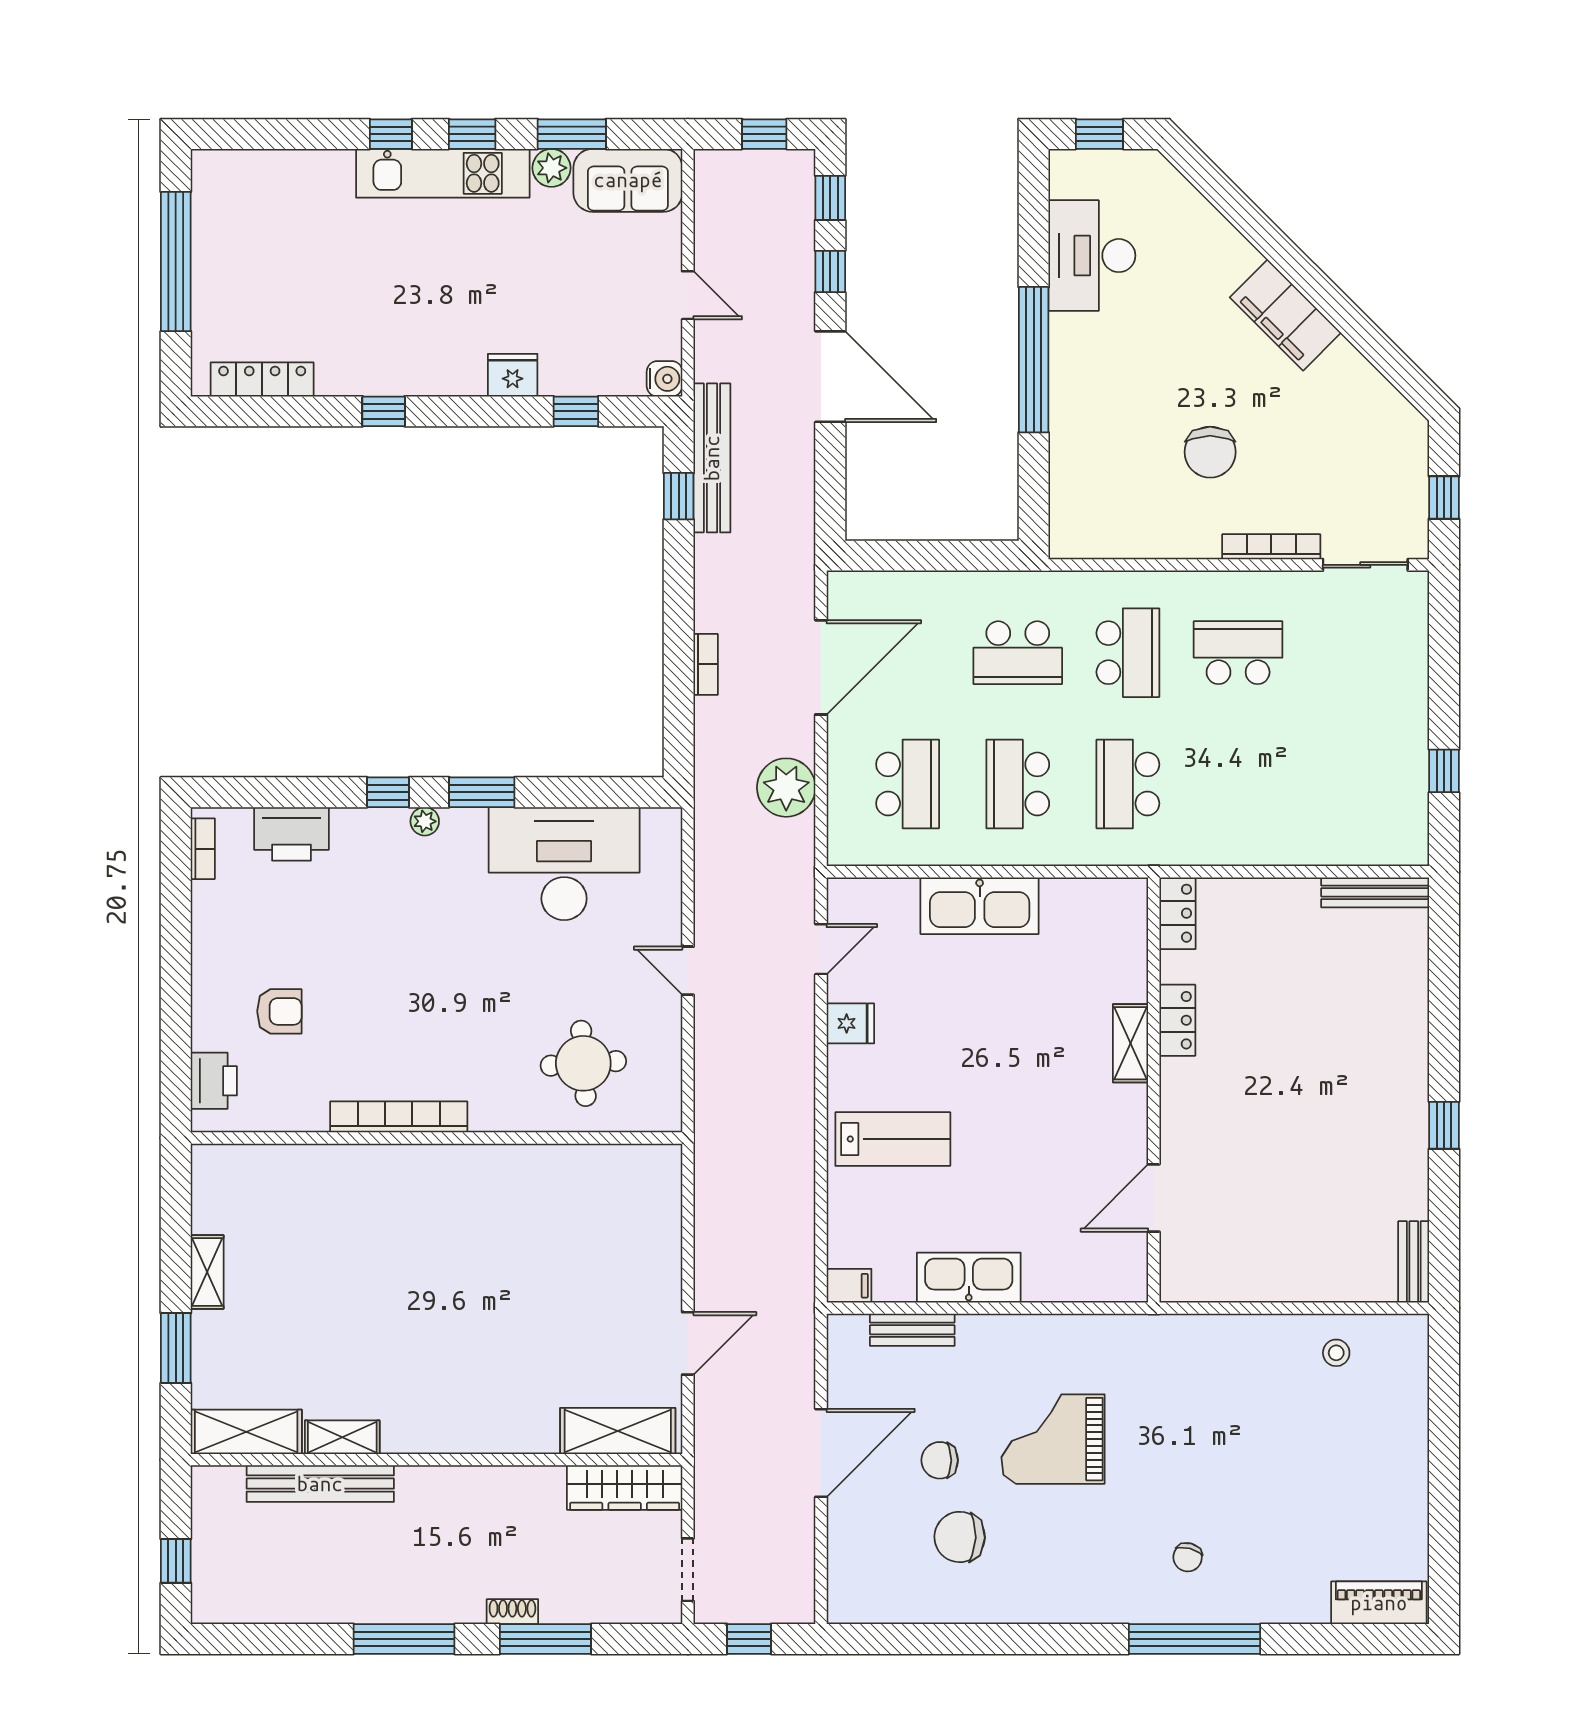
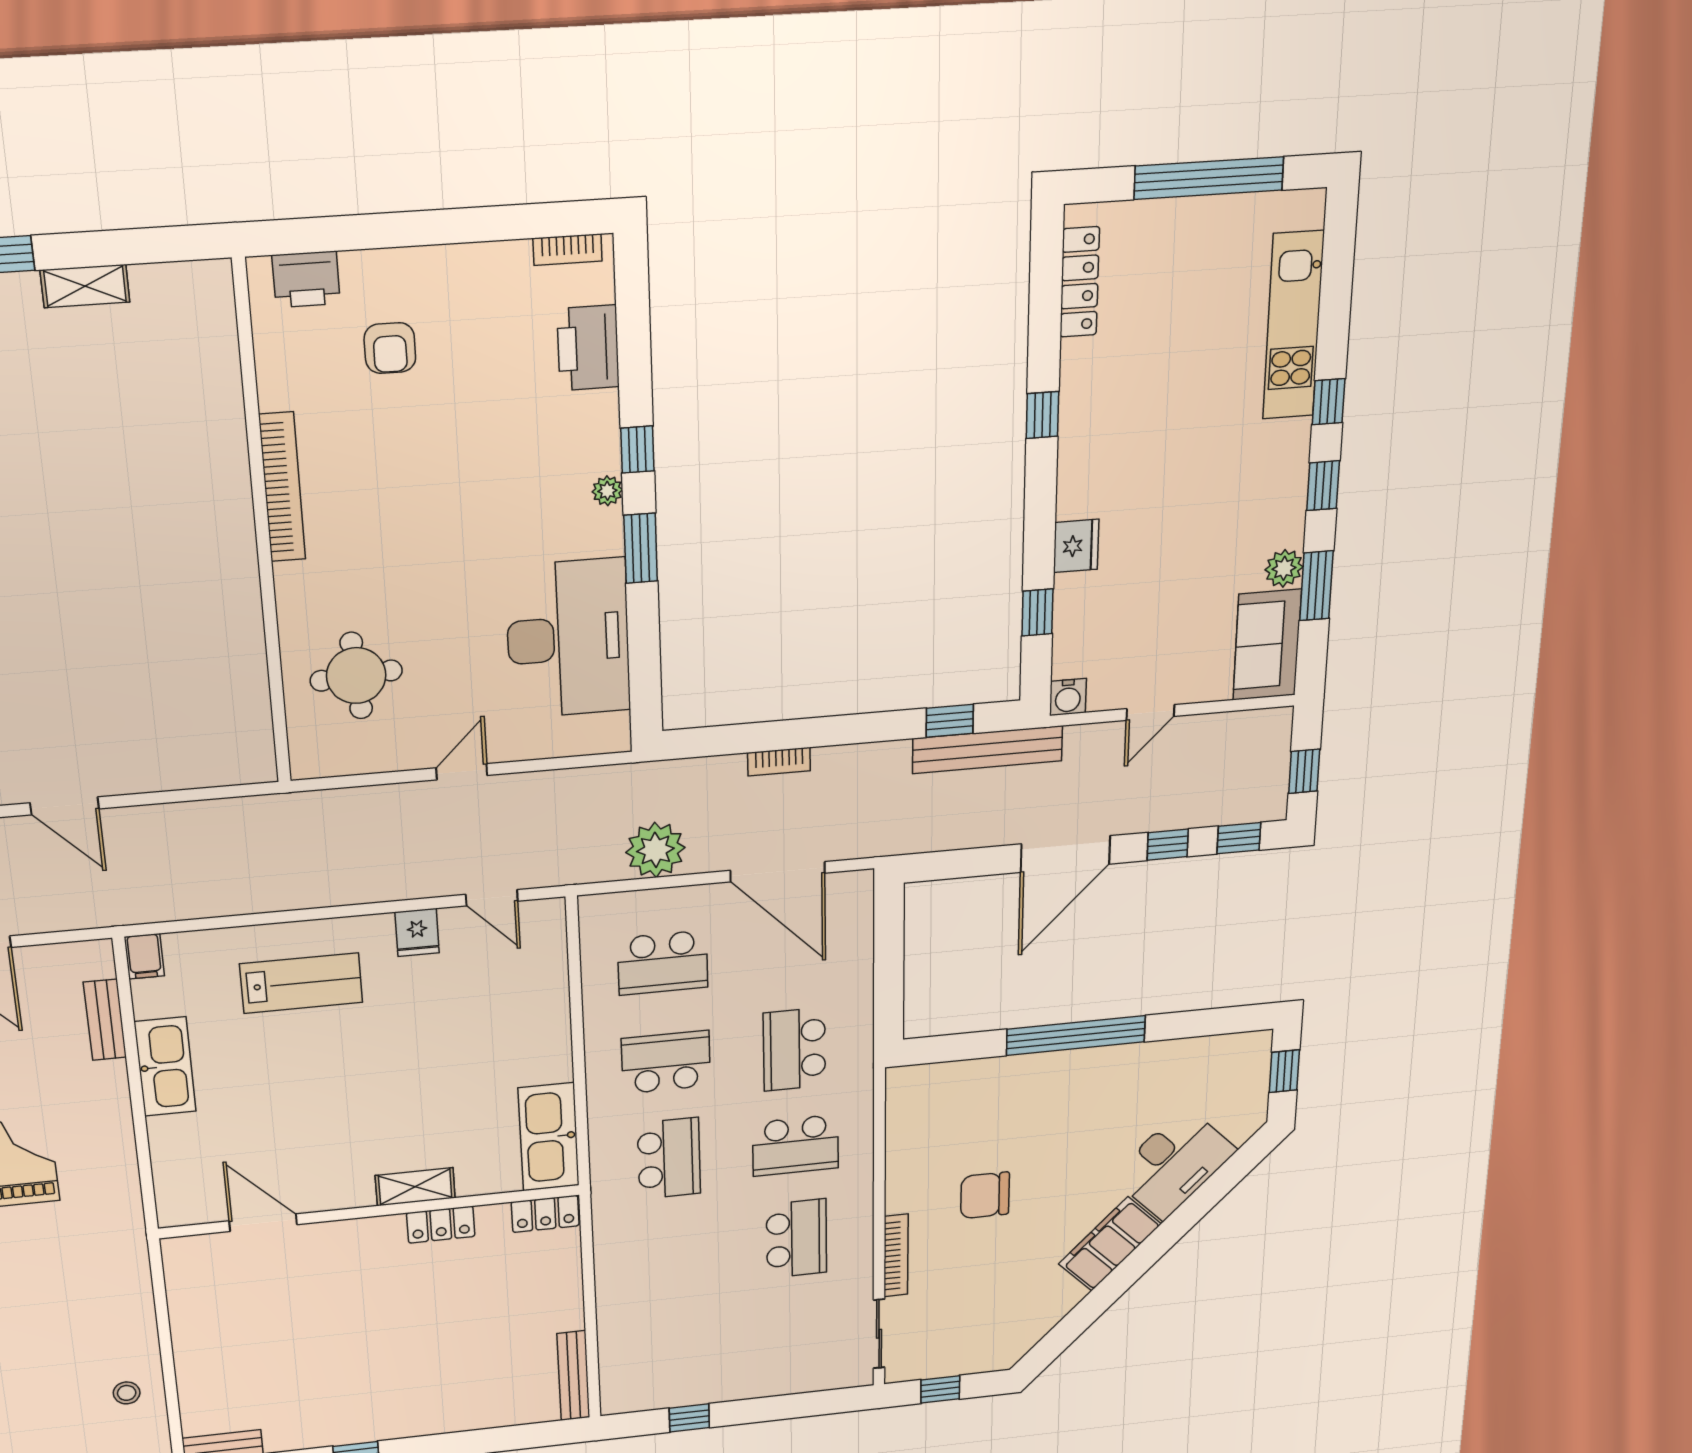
kitchen unit: (443, 173) -> (1293, 325), moved
desk: (1092, 256) -> (1174, 1163), moved, turned 135
school desk: (1128, 784) -> (669, 1158), turned 90
kitchen sink: (980, 906) -> (549, 1137), moved
lab bench: (893, 1139) -> (301, 983), turned -90

